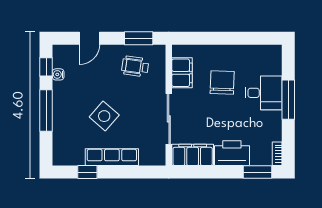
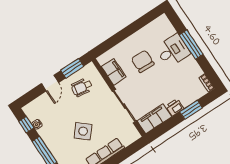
door: (90, 38) -> (50, 83), moved
printer: (232, 153) -> (175, 107), width x0.53, depth x0.68
window: (257, 172) -> (191, 110), moved

